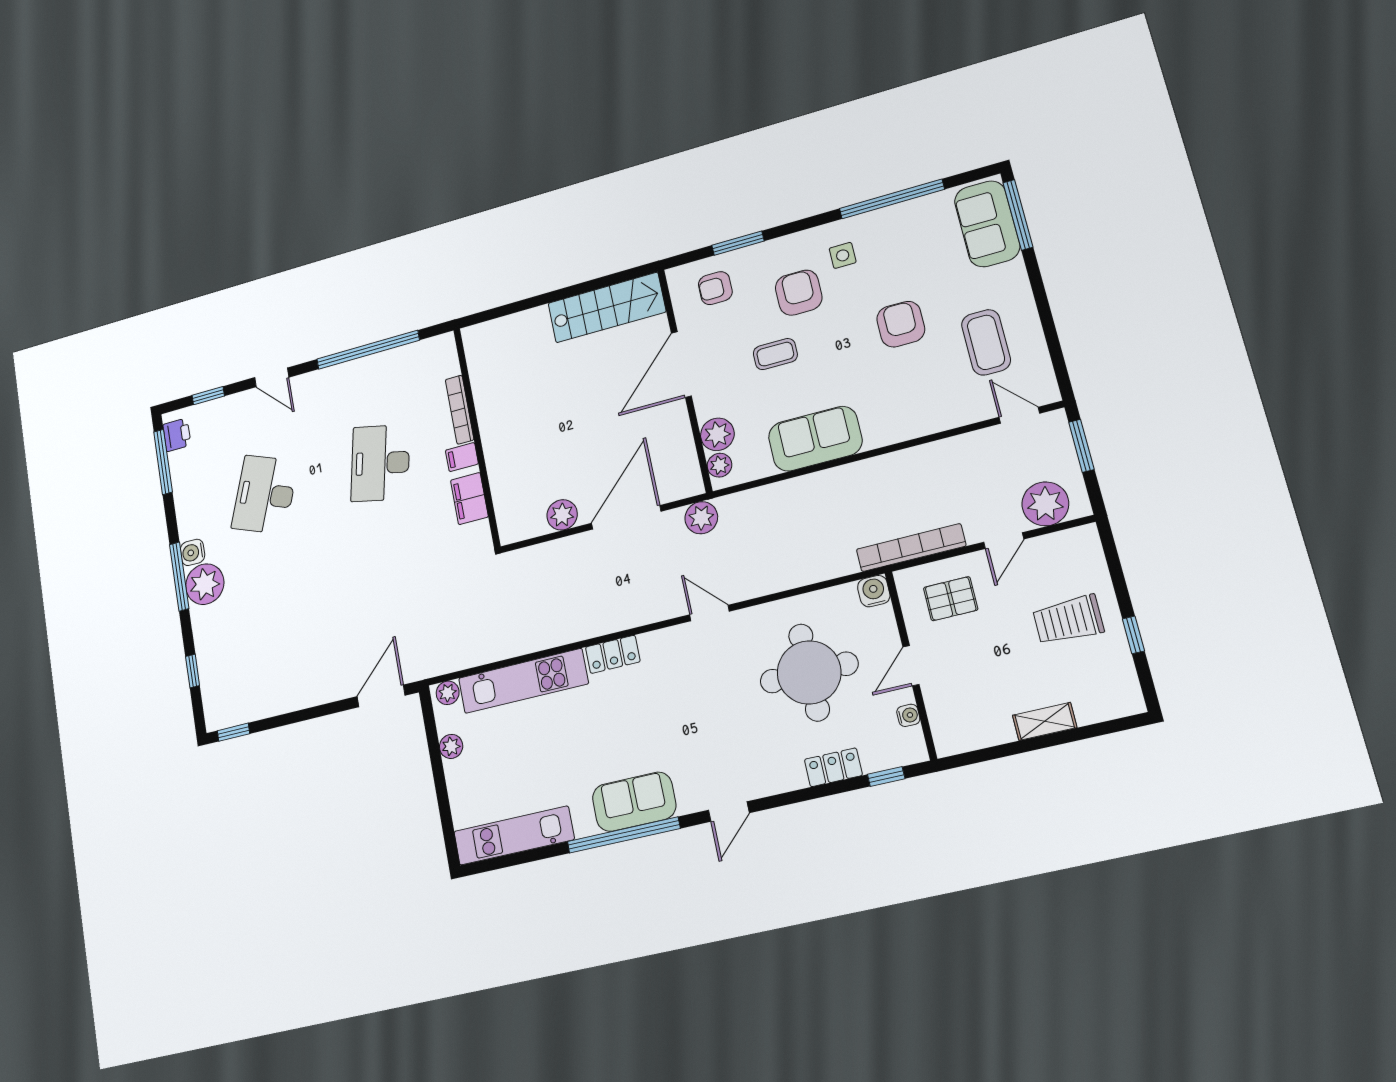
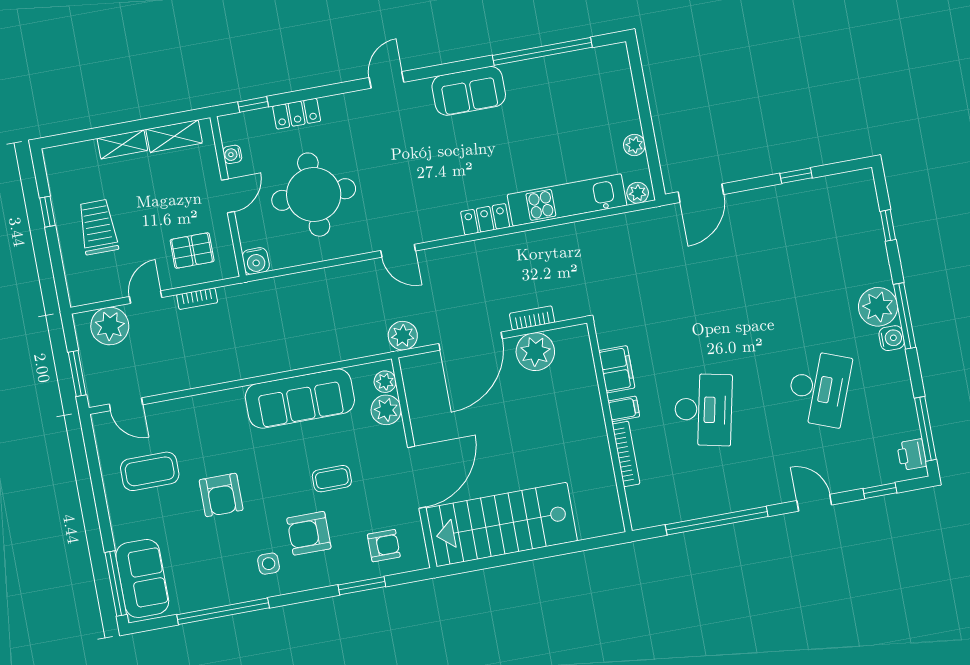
armchair: (799, 293) -> (309, 533), turned 90
stairs: (607, 308) -> (502, 525), width x1.36, depth x1.51
coffee table: (986, 342) -> (150, 471), turned 90
sofa: (815, 439) -> (300, 399), width x1.36
plant: (562, 515) -> (535, 352), width x1.36, depth x1.36
bookcase: (560, 548) -> (532, 318), added
bookcase: (911, 548) -> (197, 299), width x0.43, depth x0.76
trolley: (1068, 620) -> (98, 227), turned -90
window: (234, 732) -> (796, 176), moved
shelving: (981, 734) -> (174, 136), added
window: (624, 835) -> (542, 51), moved
kitchen unit: (514, 836) -> (577, 65), removed

